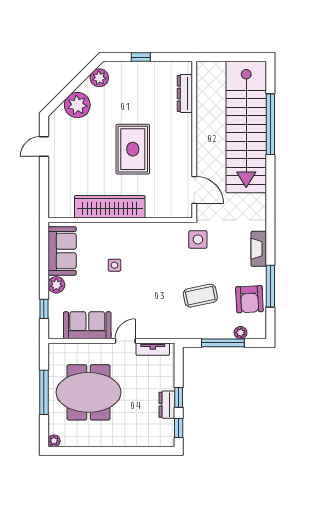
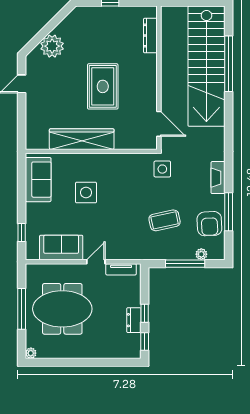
plant: (99, 78) -> (72, 21), removed
side table: (114, 265) -> (86, 193), width x1.87, depth x1.87
plant: (56, 285) -> (33, 211), removed

